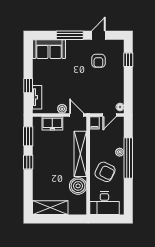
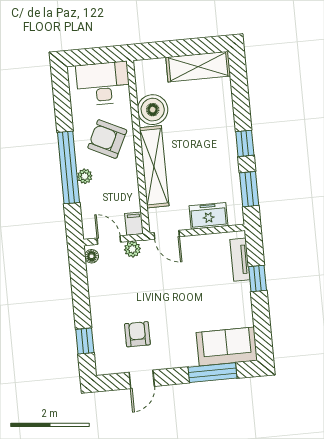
window: (70, 35) -> (212, 373), moved
plant: (62, 109) -> (132, 249), moved
door: (109, 115) -> (109, 240), hinge flipped

